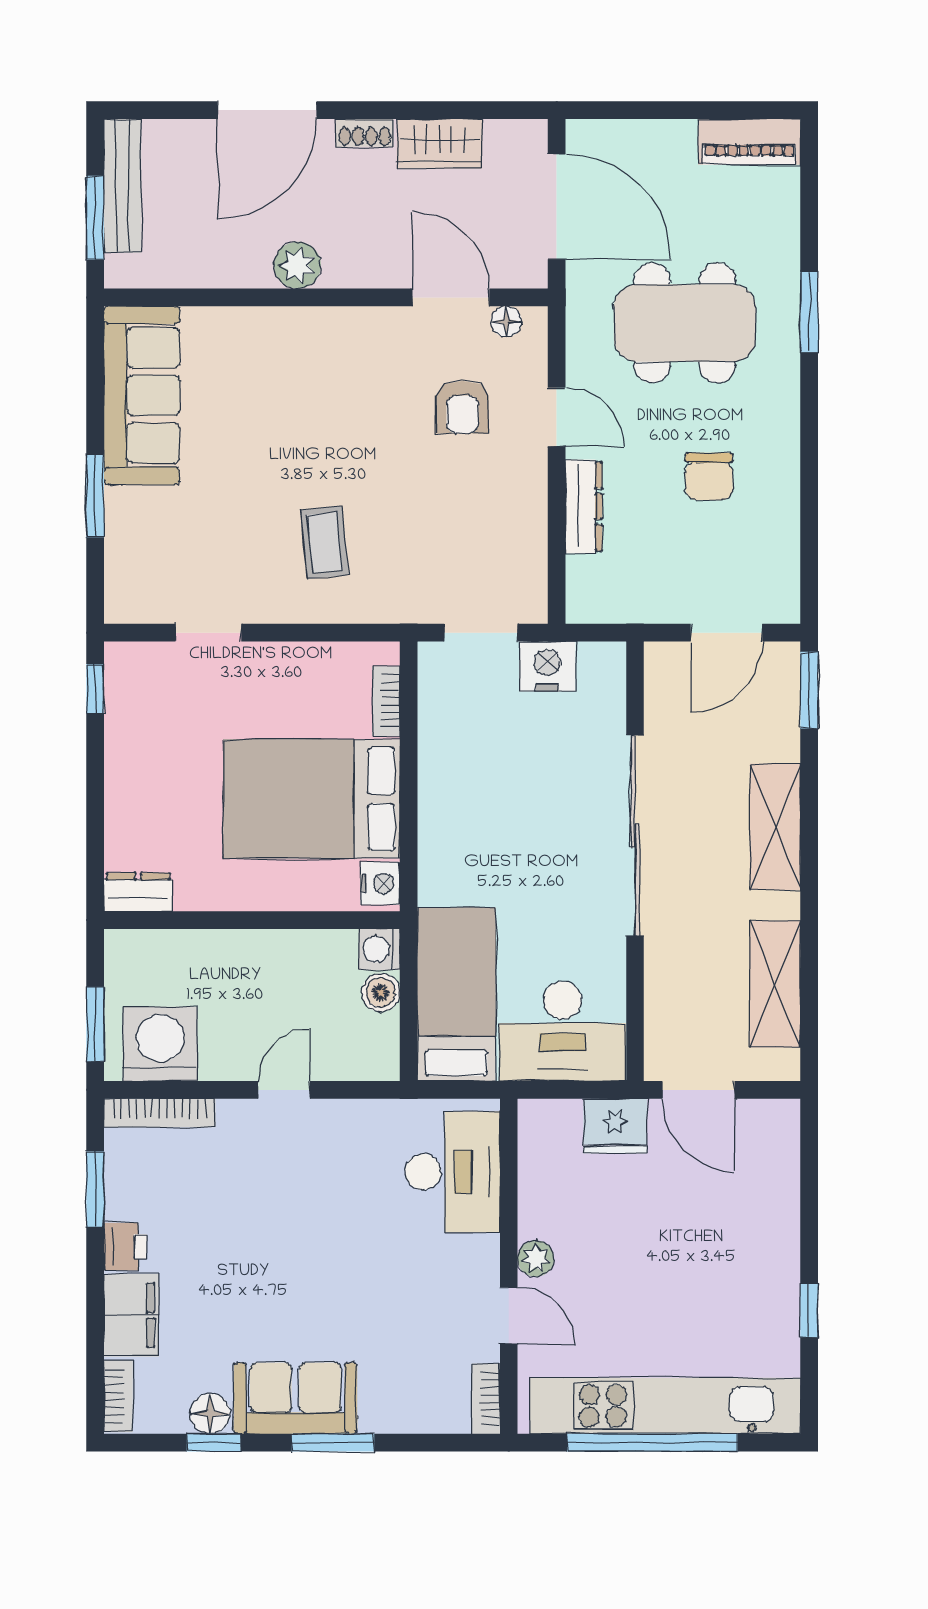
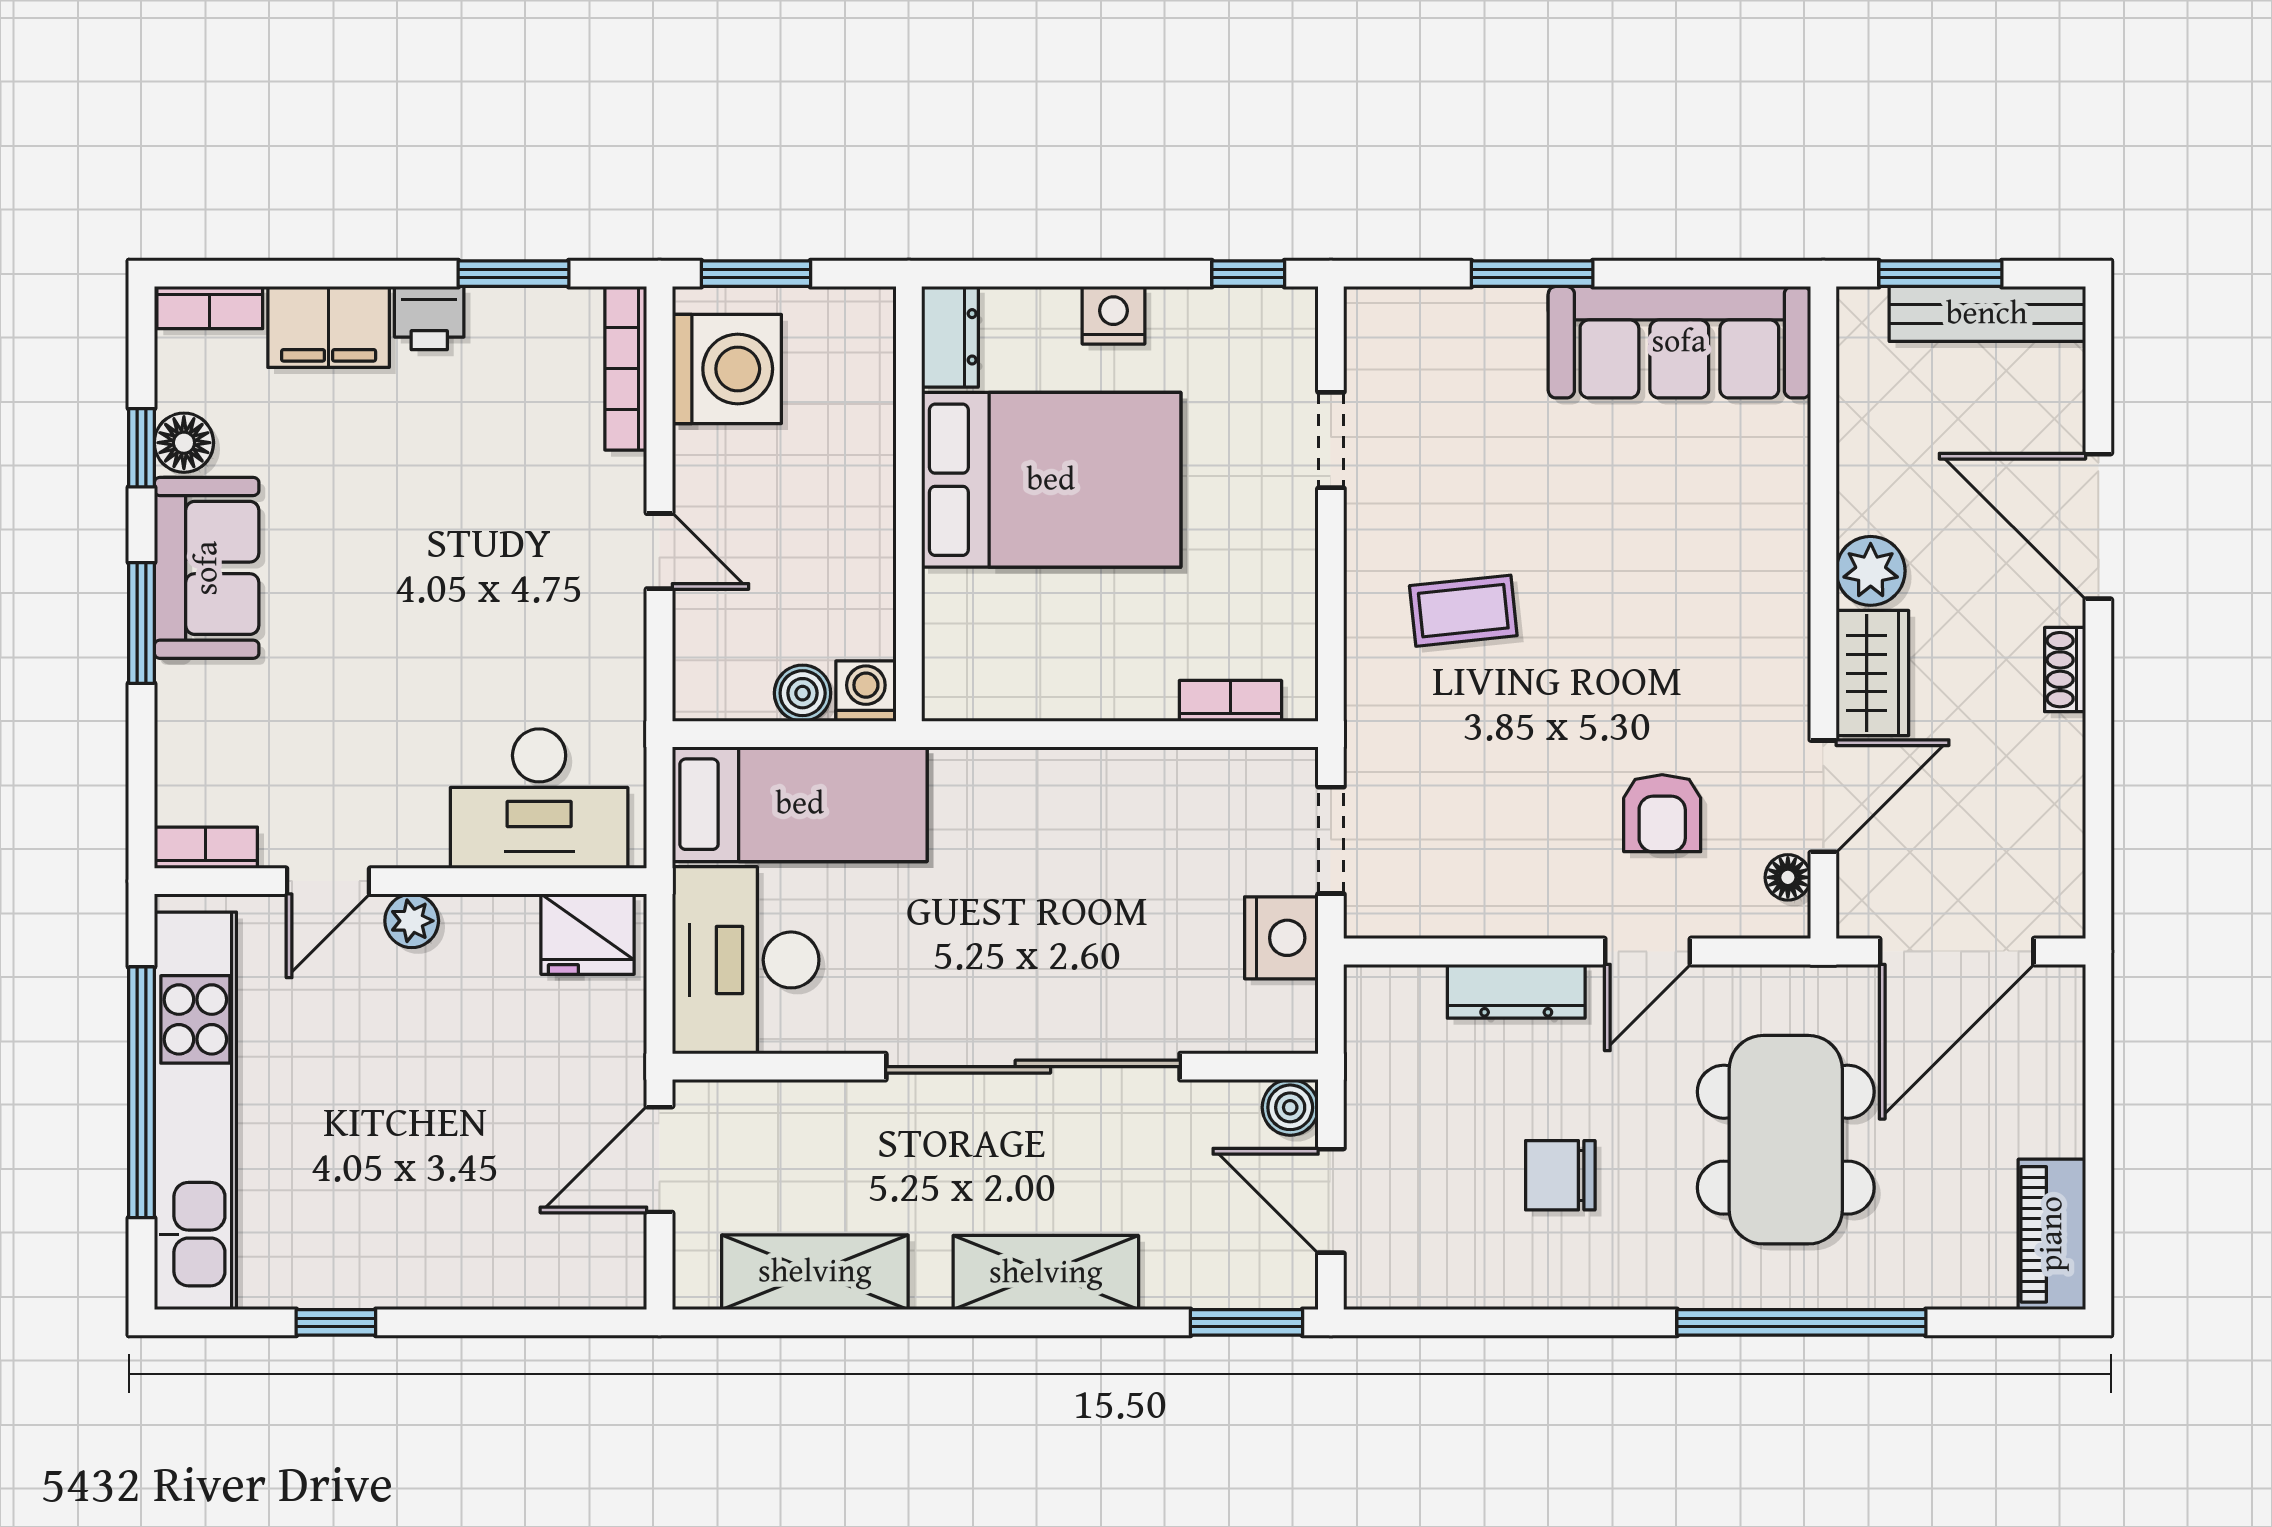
wardrobe: (439, 144) -> (1872, 673), moved, turned 180
window: (809, 312) -> (1801, 1322), width x2.11
armchair: (462, 407) -> (1662, 813), turned -90
boiler: (663, 660) -> (1290, 1107), added
bed: (312, 799) -> (1051, 480), moved, turned 90
nightstand: (380, 883) -> (1113, 315), moved, turned 180
fridge: (615, 1126) -> (588, 934), moved, turned -90

